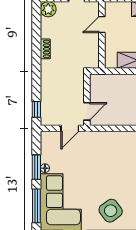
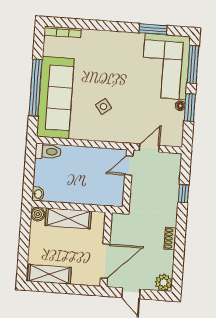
door: (102, 25) -> (105, 261), width x1.88
window: (36, 109) -> (183, 194), moved
side table: (111, 211) -> (103, 106), moved, width x0.54, depth x0.54

